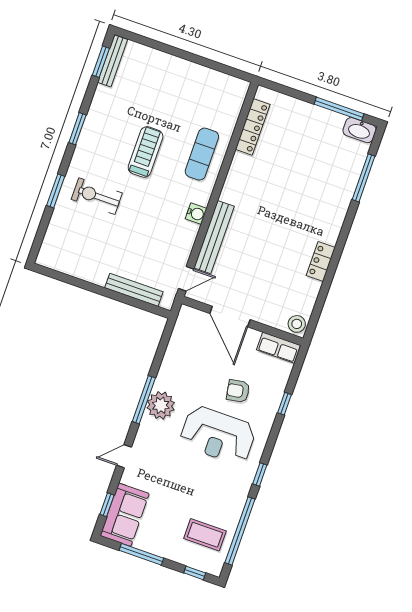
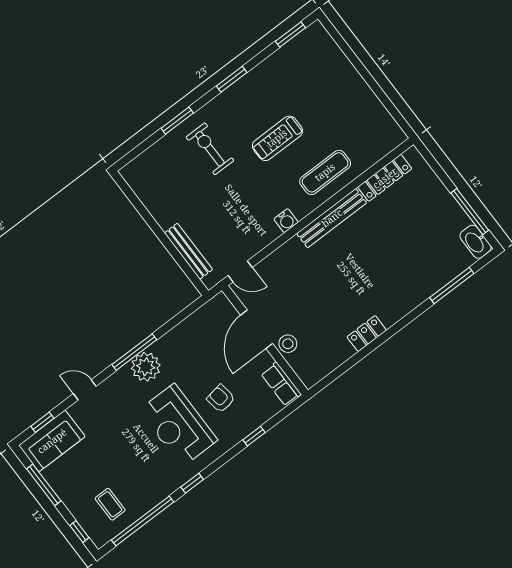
bench: (113, 61) -> (301, 40), removed
treadmill: (146, 152) -> (277, 138), turned 180
bench: (214, 237) -> (332, 218), moved
stool: (297, 324) -> (288, 344), moved
coffee table: (205, 535) -> (110, 504), width x0.73, depth x0.77

